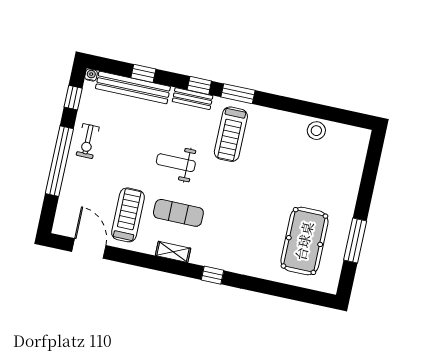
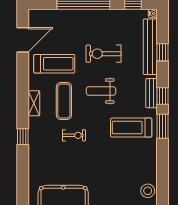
exercise bike: (88, 141) -> (104, 54), moved, width x1.38, depth x1.39
weight bench: (176, 163) -> (101, 91), turned -90
exercise bike: (225, 210) -> (74, 135), added

